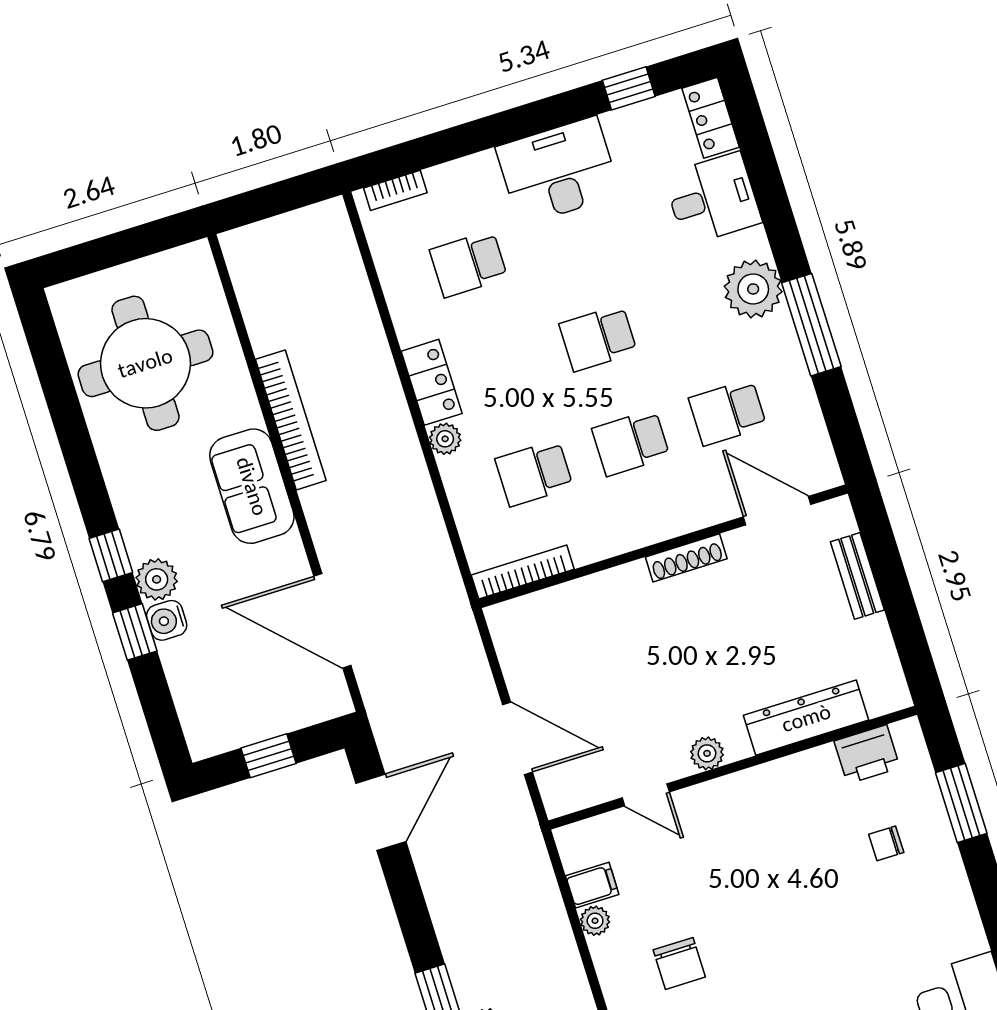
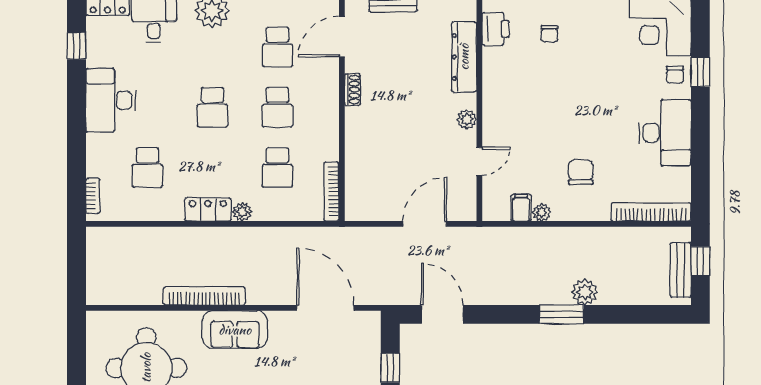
shoe rack: (686, 558) -> (352, 90), width x0.70
door: (332, 621) -> (325, 308), swing flipped
chair: (679, 963) -> (581, 172), turned -90

